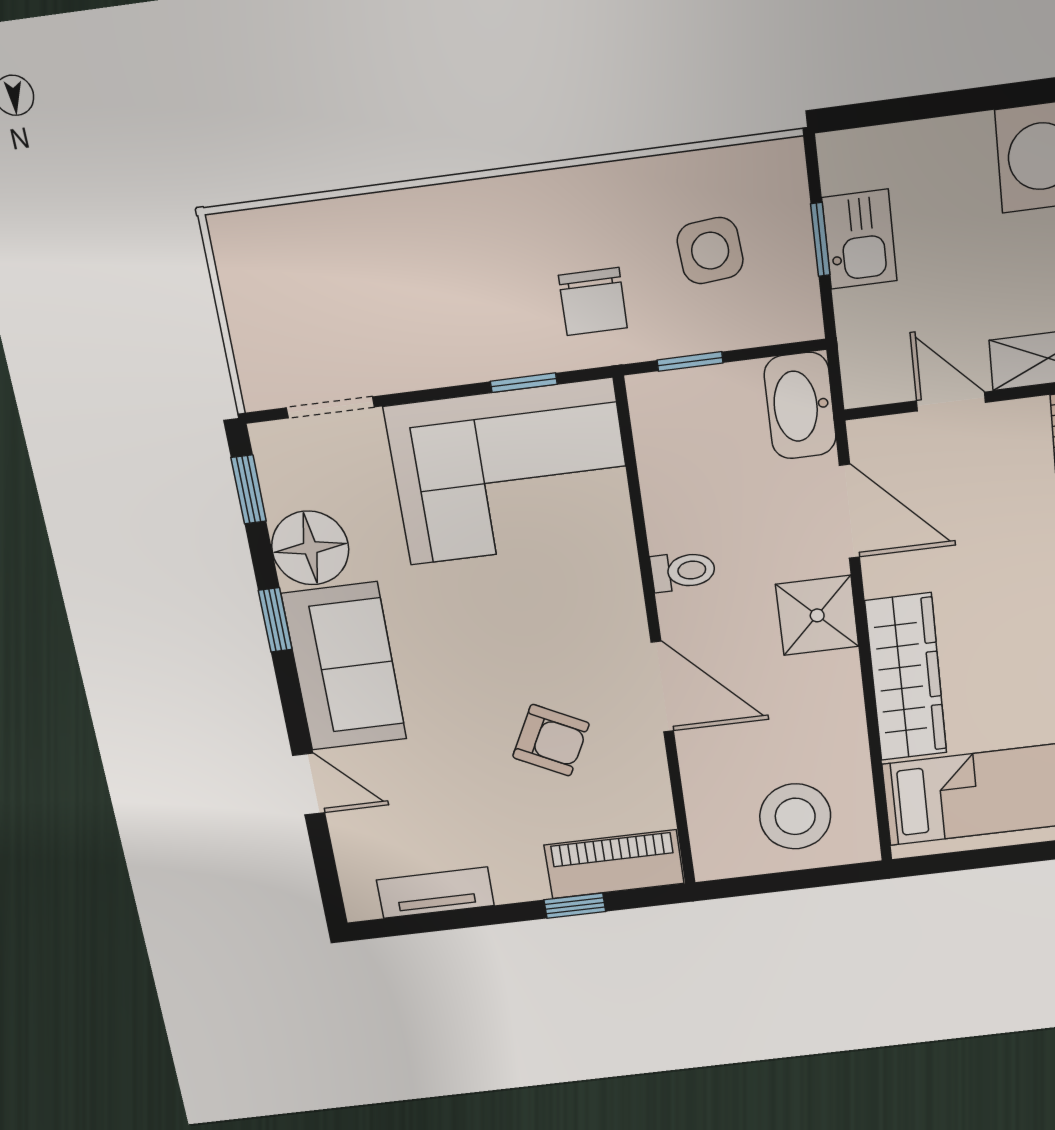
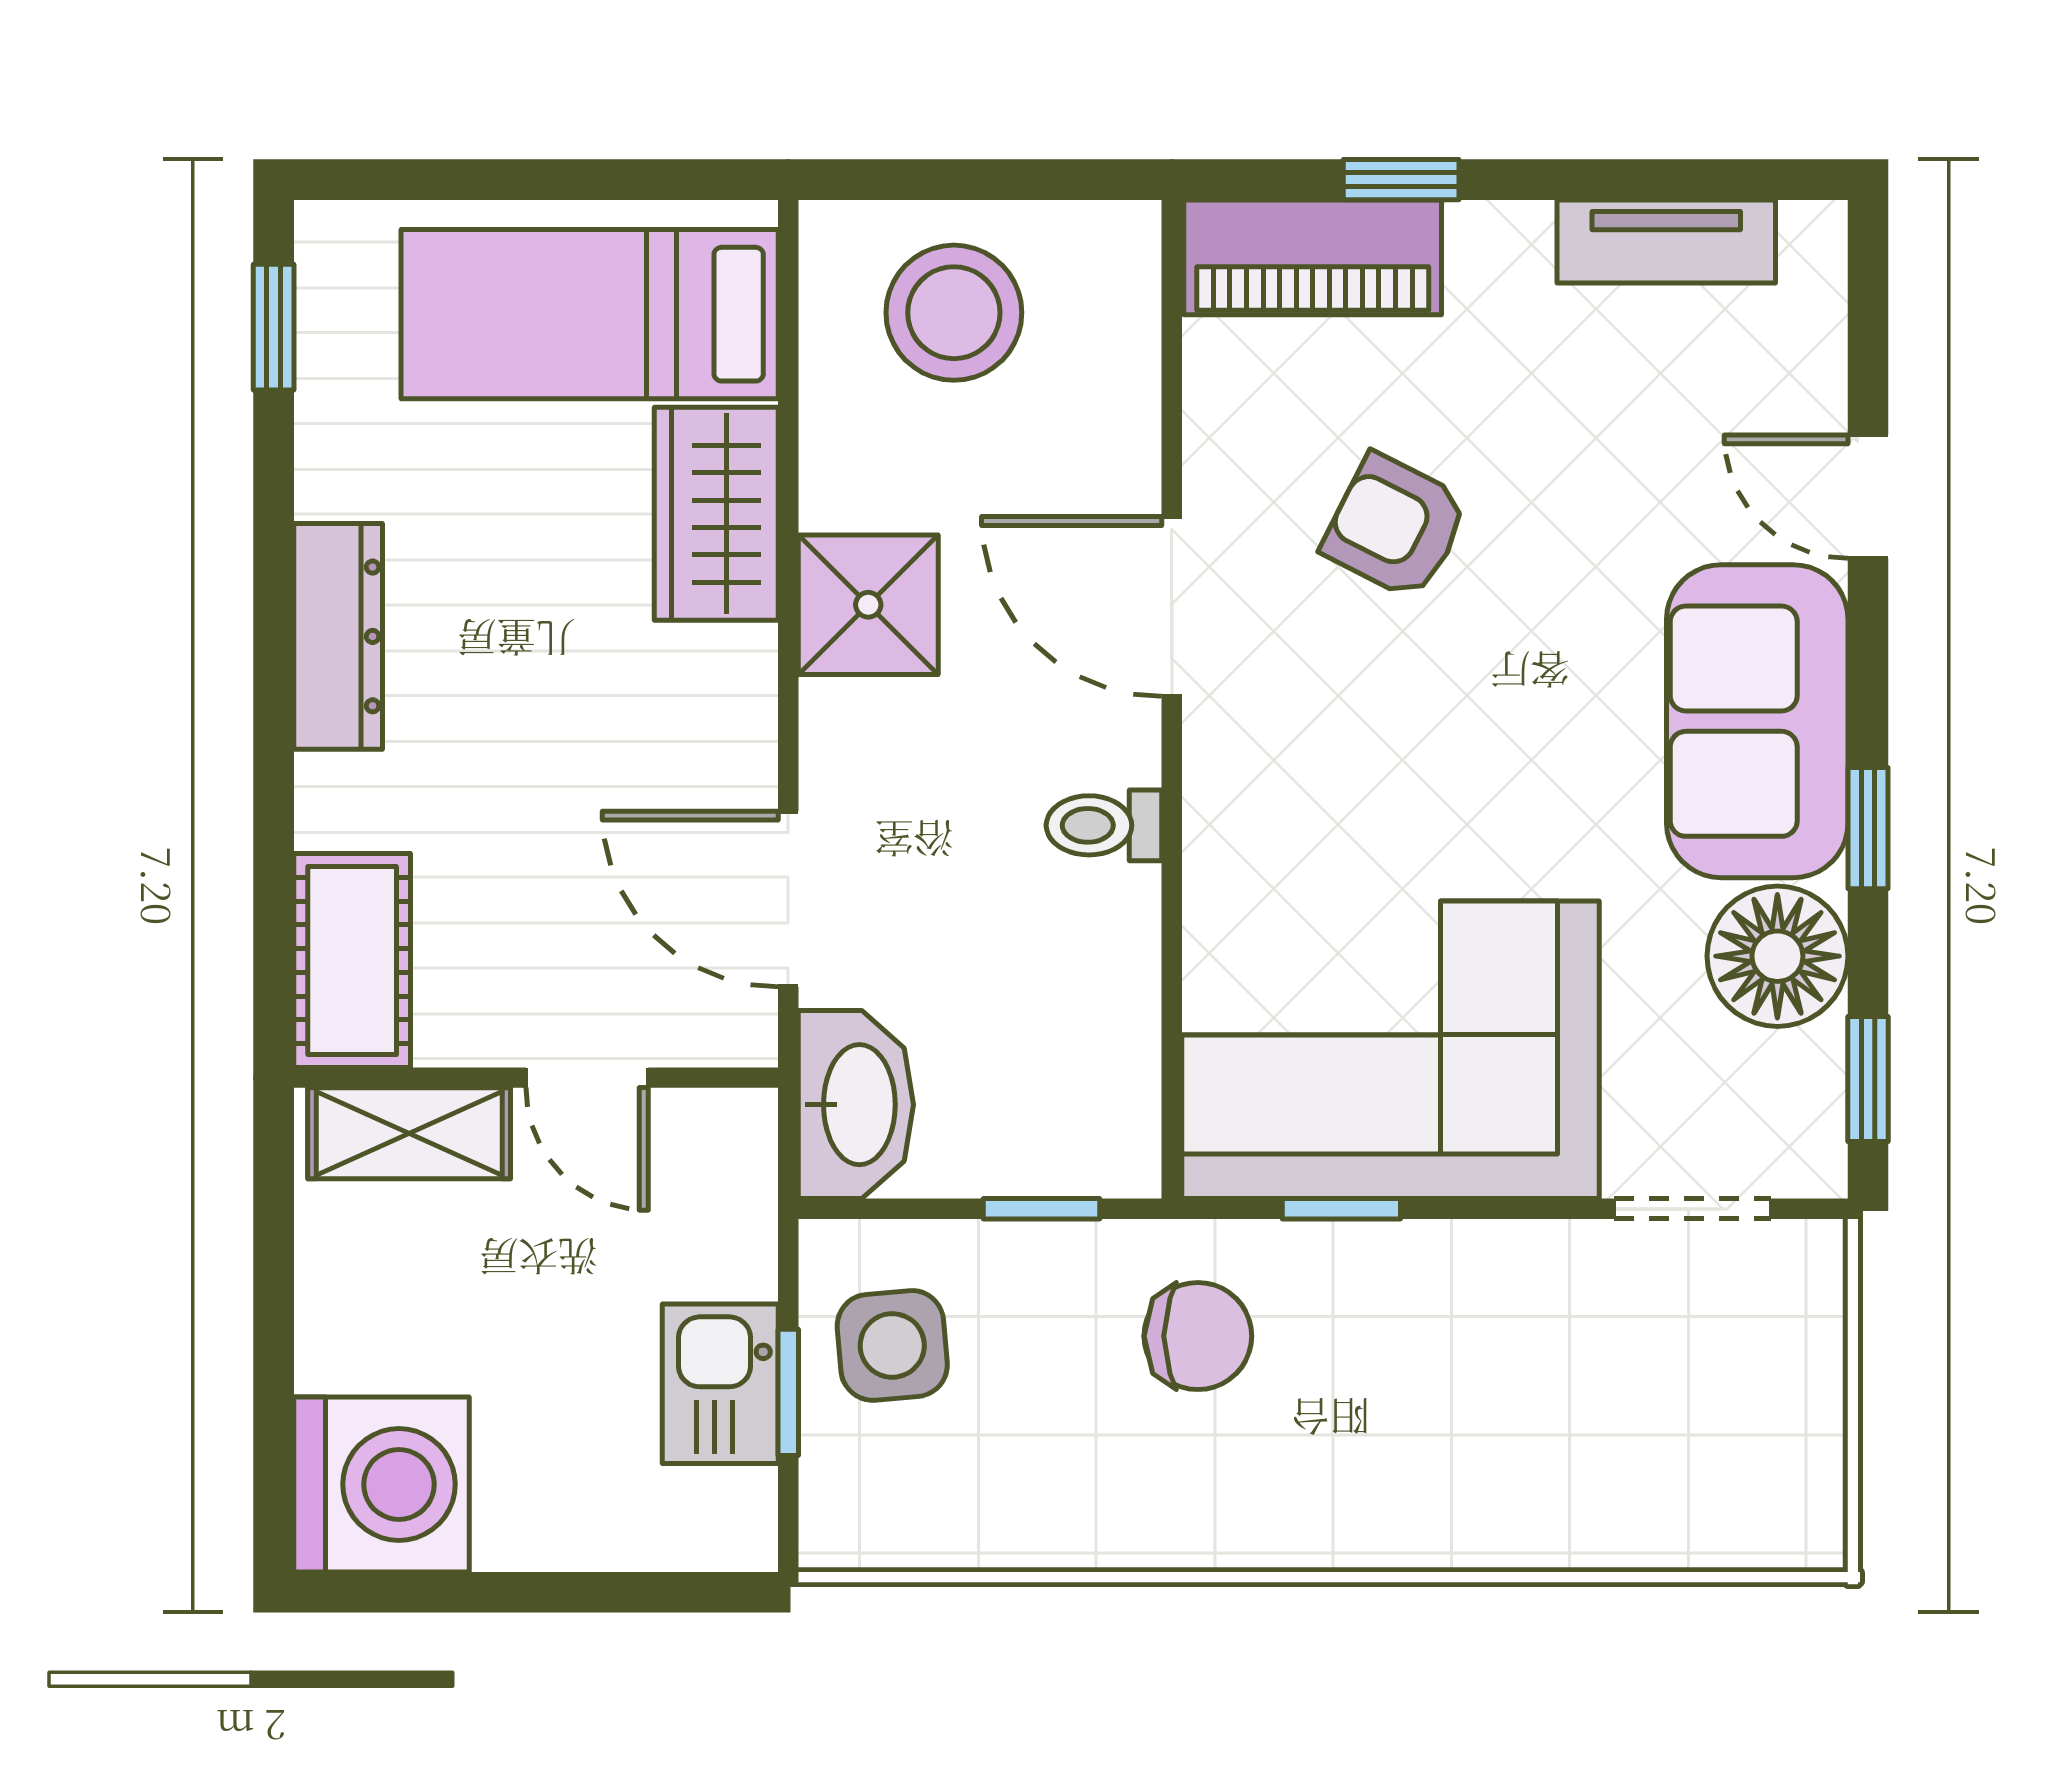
side table: (710, 251) -> (892, 1345), moved
chair: (593, 302) -> (1198, 1336), turned 90
shower: (817, 615) -> (868, 605), moved
wardrobe: (906, 677) -> (716, 514), width x0.67

